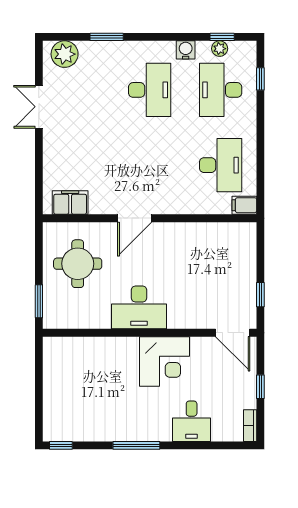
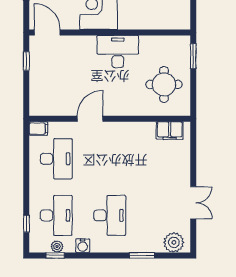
desk: (150, 90) -> (110, 215), turned 180
desk: (221, 165) -> (56, 159), turned 180
door: (135, 218) -> (90, 119), moved

